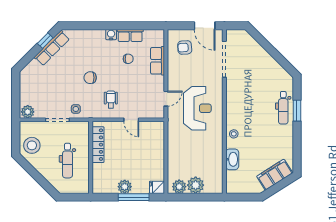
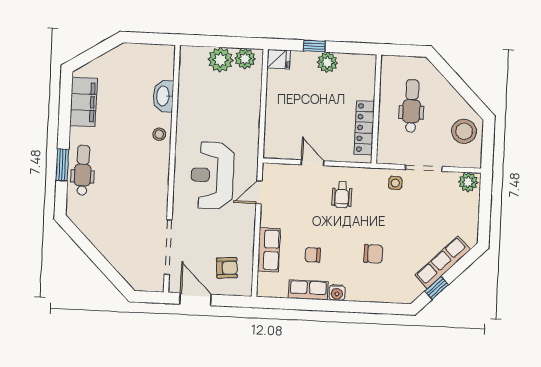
row of seats: (52, 48) -> (443, 262), moved
chair: (90, 78) -> (373, 254), moved
filing cabinet: (275, 175) -> (83, 102), moved, turned -58
window: (134, 197) -> (314, 46), width x0.46

